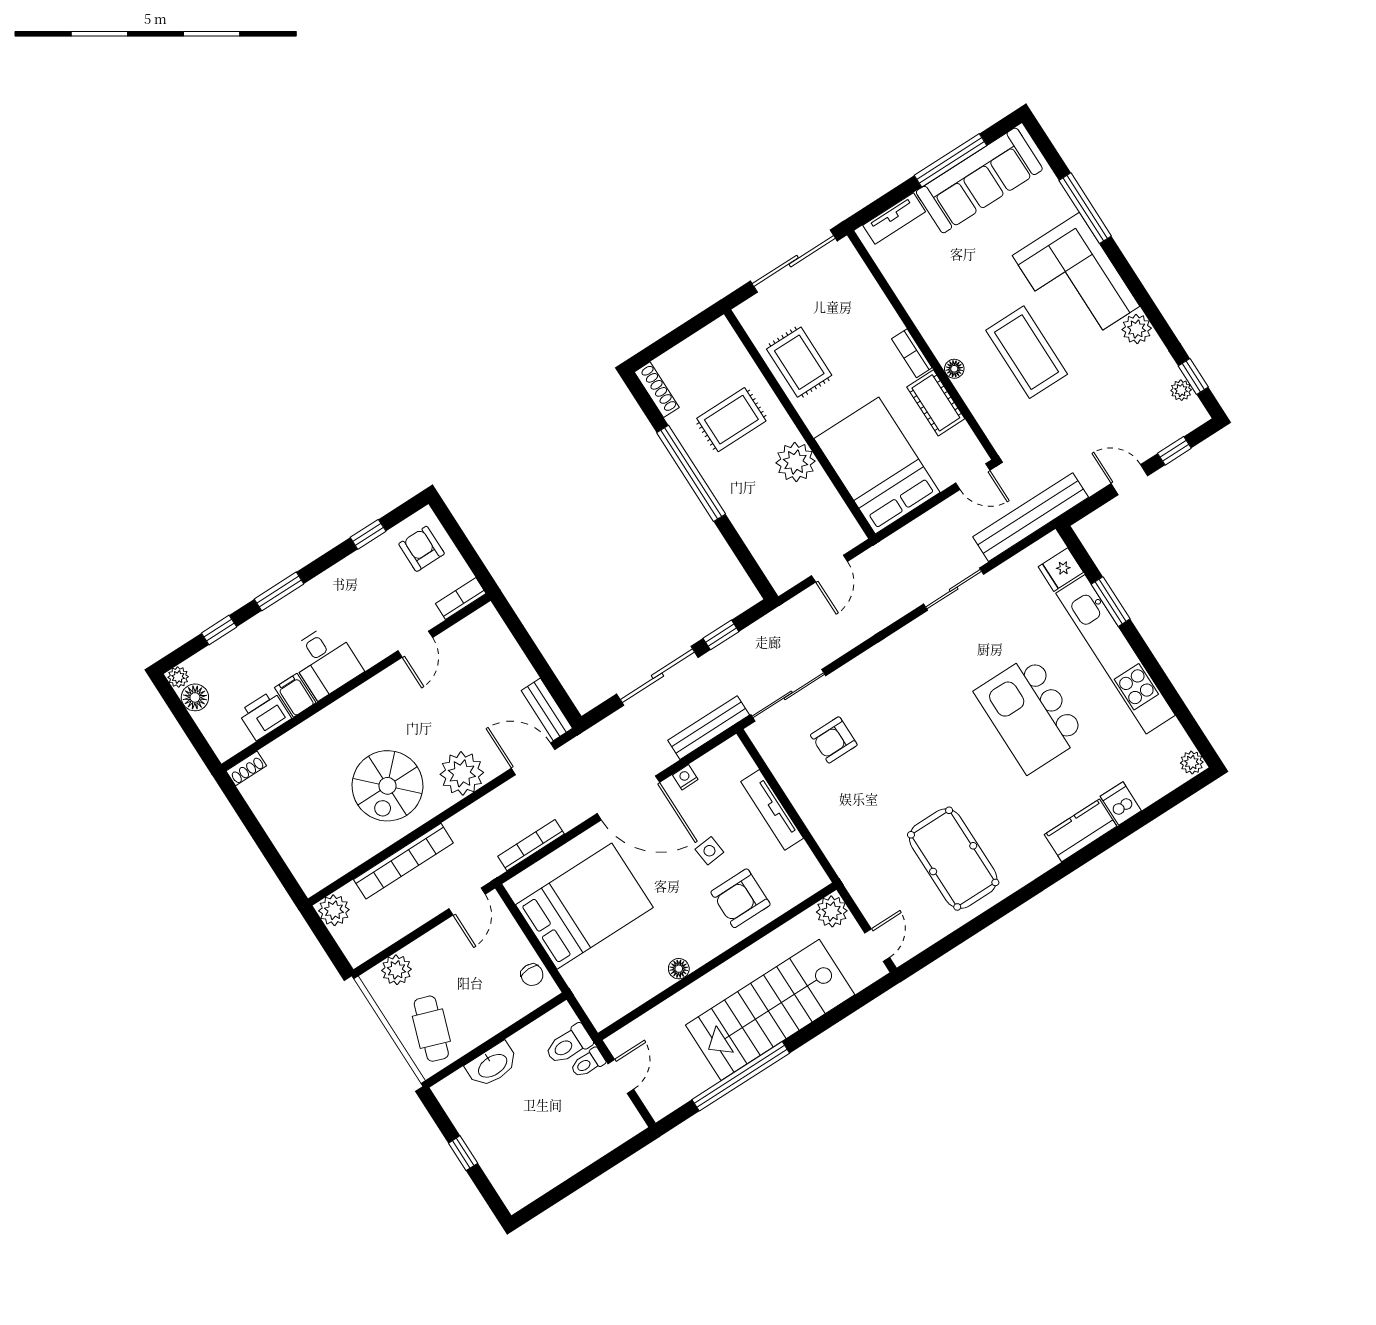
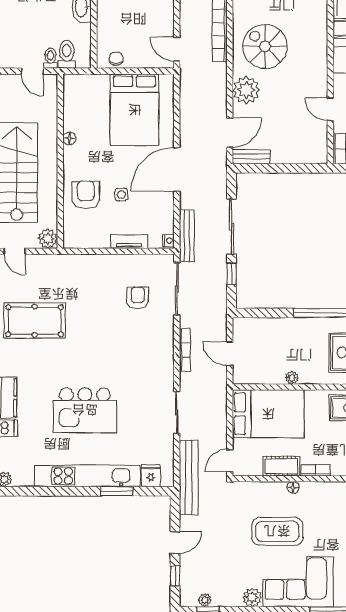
plant: (795, 462) -> (292, 378), width x0.53, depth x0.53
kitchen island: (1030, 714) -> (85, 410), turned 180
nightstand: (685, 777) -> (168, 241), moved
tv unit: (772, 810) -> (129, 242), width x0.71
bookcase: (531, 845) -> (185, 350), moved
chair: (532, 975) -> (116, 59), turned 90

